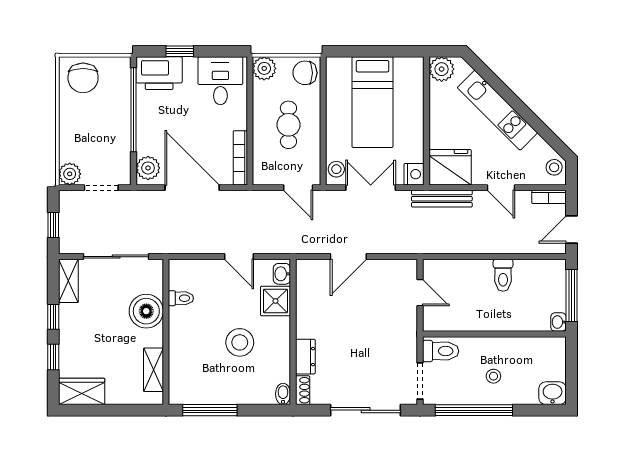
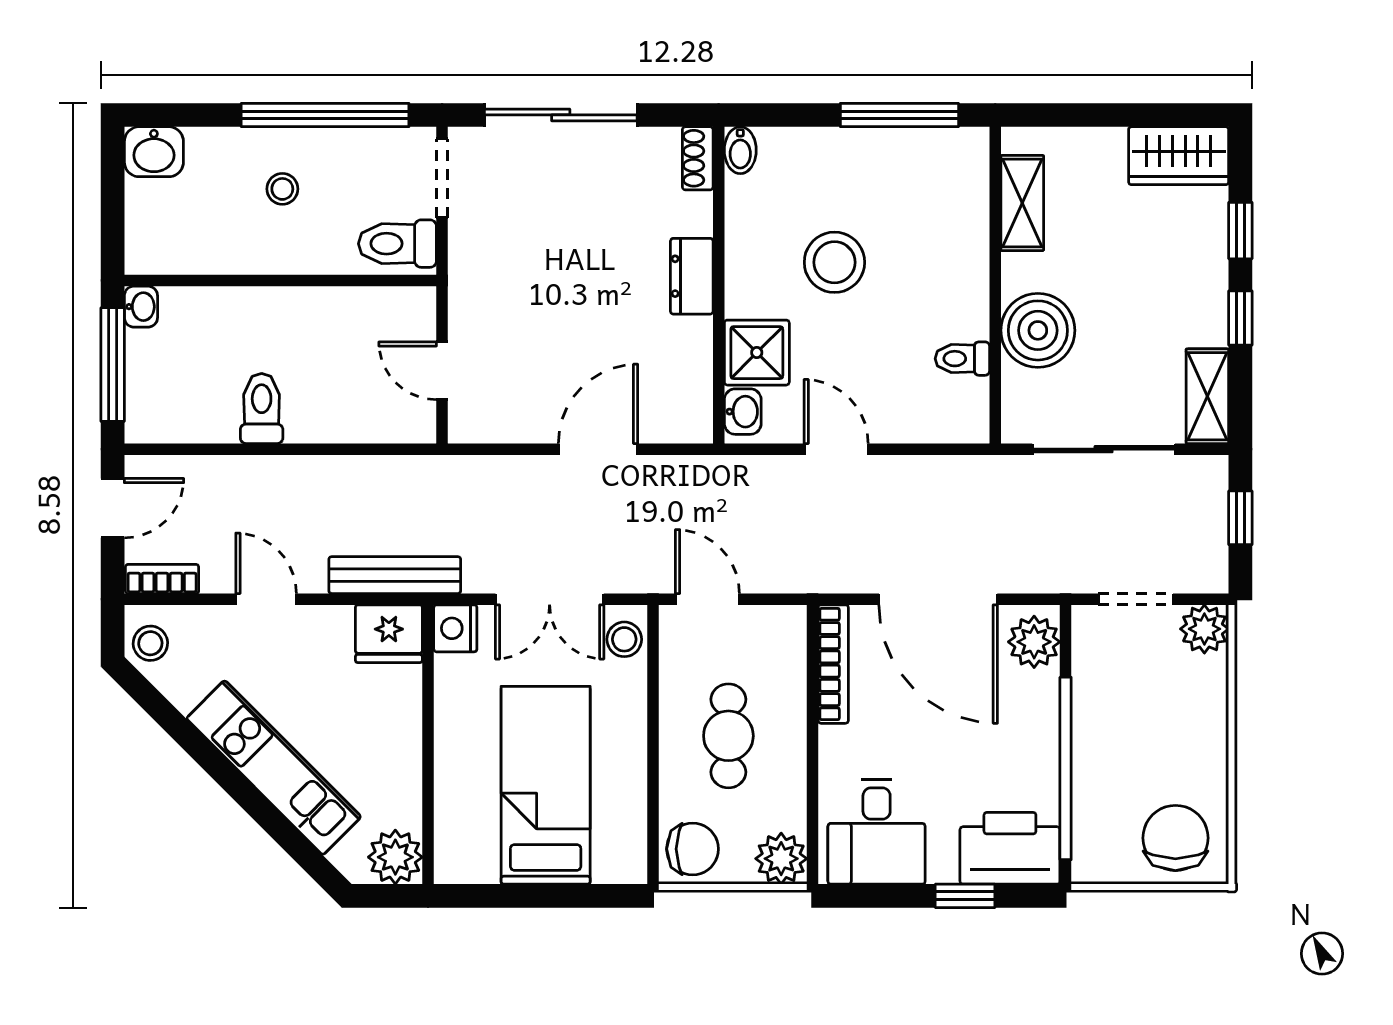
fridge: (450, 167) -> (389, 634), width x0.73, depth x0.75
dresser: (305, 357) -> (692, 276), moved

